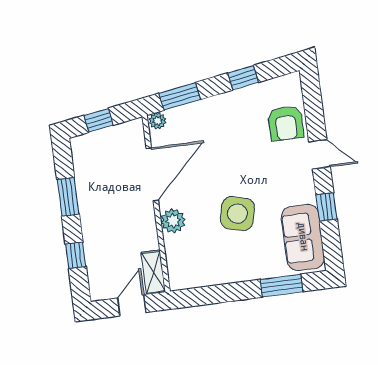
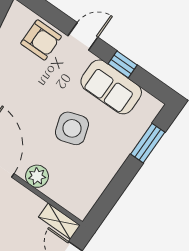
side table: (237, 214) -> (72, 128), turned -32
sofa: (303, 237) -> (111, 87), moved

